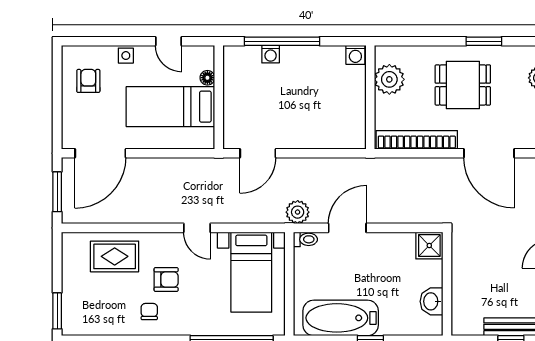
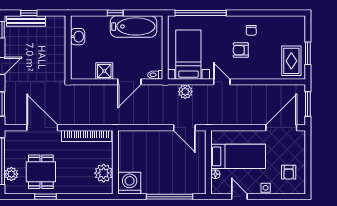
washing machine: (271, 54) -> (177, 189), removed
washing machine: (355, 55) -> (130, 183), width x1.89, depth x1.89
dining table: (463, 85) -> (41, 172), moved, turned 90
door: (258, 153) -> (184, 128), swing flipped
plant: (298, 212) -> (185, 92), moved
shower: (429, 245) -> (104, 71), moved
rug: (115, 256) -> (291, 61), moved, turned 90
window: (57, 311) -> (308, 53), moved

